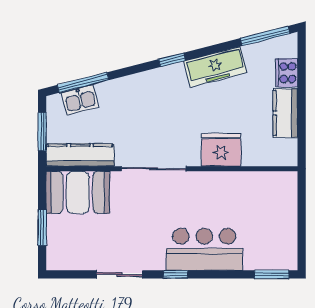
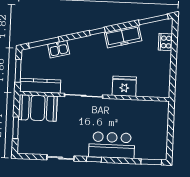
kitchen sink: (80, 100) -> (59, 49), moved
kitchen counter: (285, 113) -> (164, 66), removed

